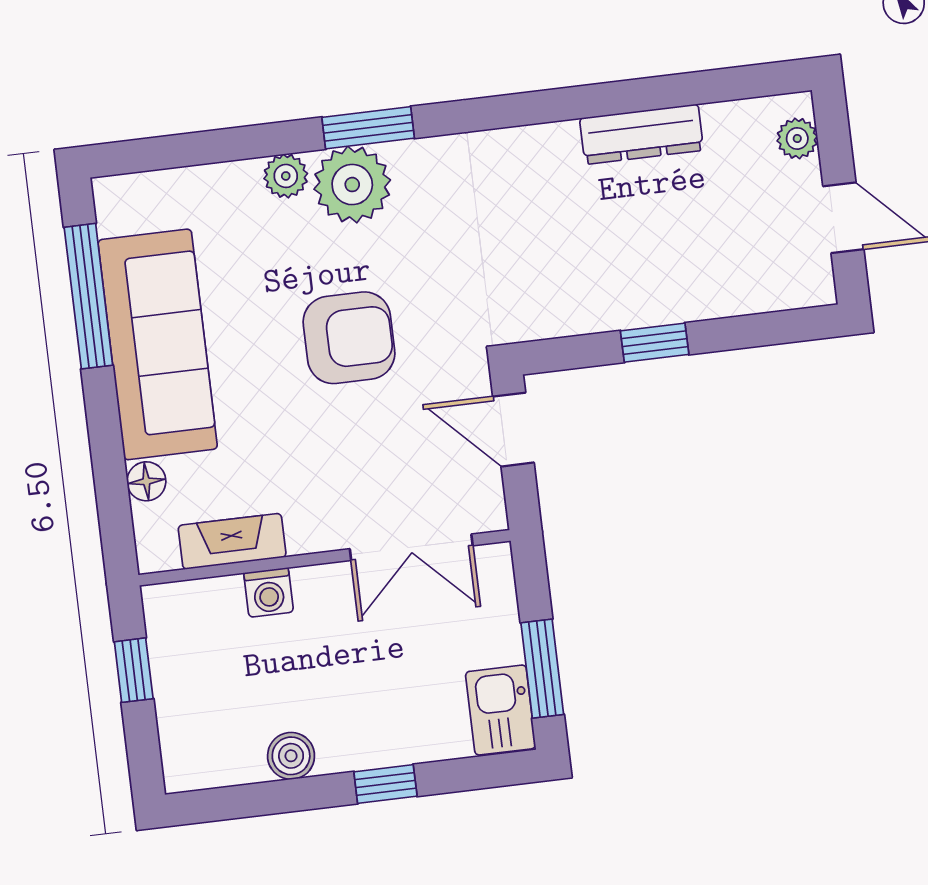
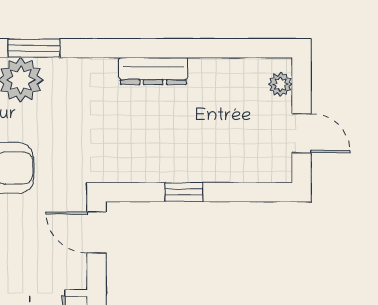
dresser: (642, 134) -> (153, 71), moved

